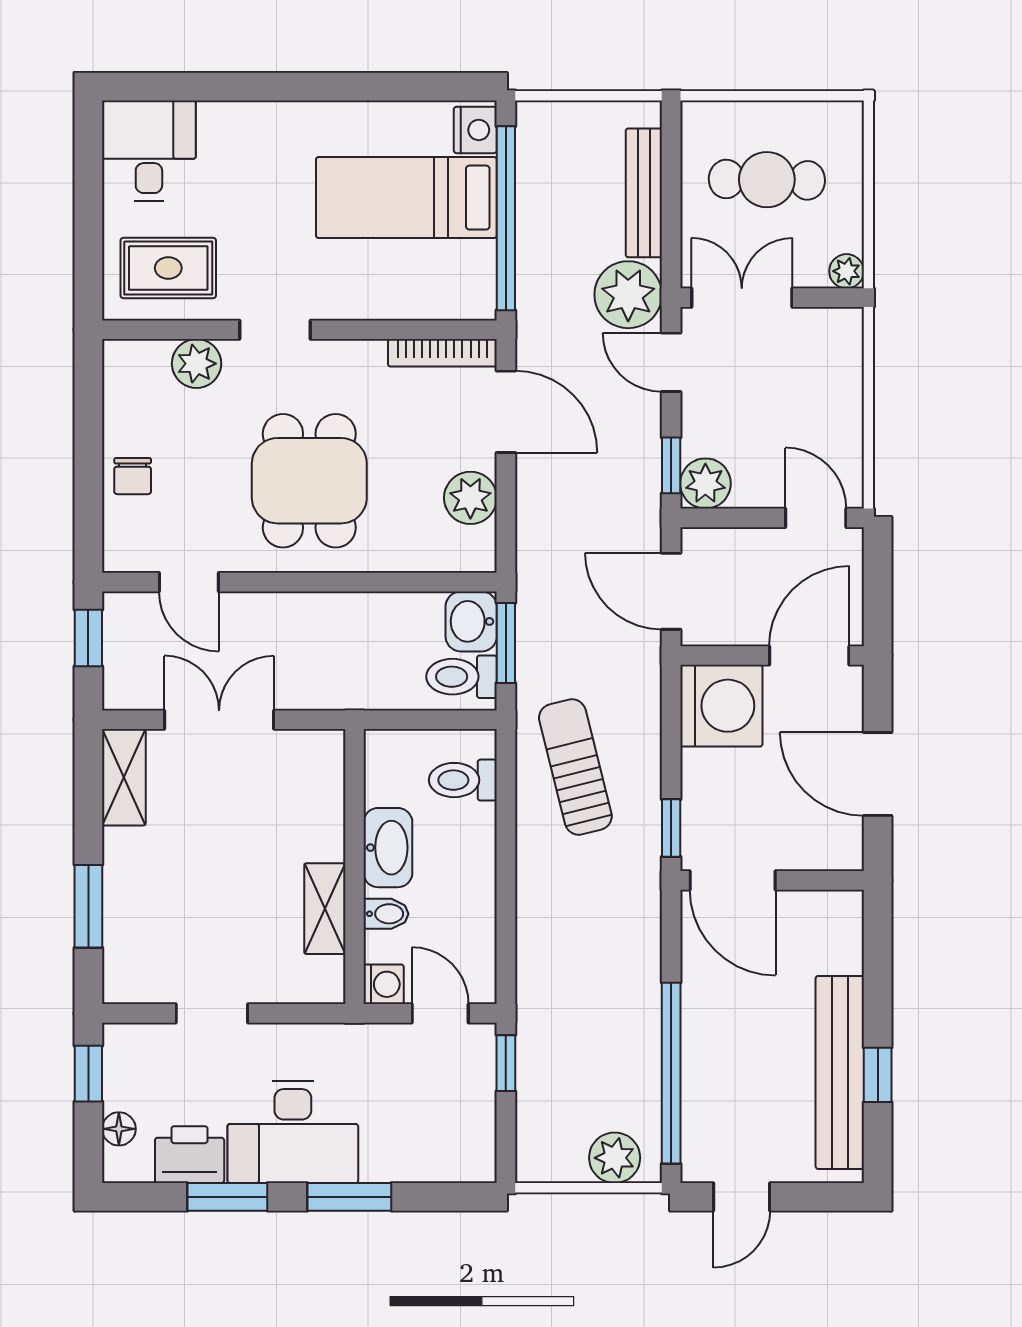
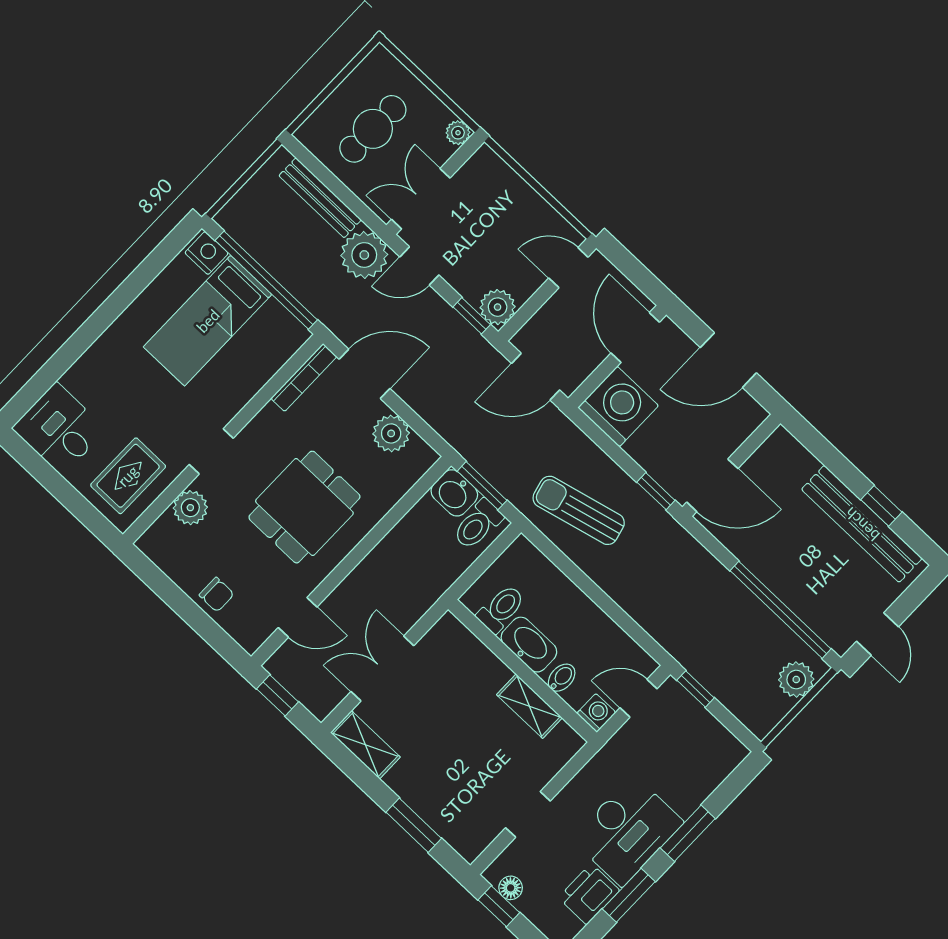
dining table: (309, 481) -> (304, 507), turned 90
toilet: (463, 780) -> (501, 609), moved, turned 180
floor lamp: (119, 1129) -> (511, 888), moved

